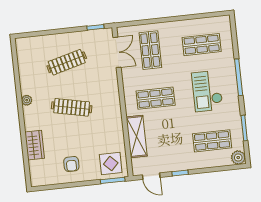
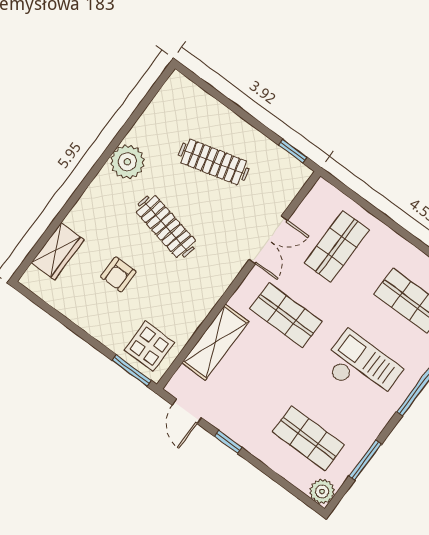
double door: (117, 52) -> (268, 240), moved
checkout: (207, 91) -> (362, 368), turned 90
plant: (27, 100) -> (127, 162), width x1.88, depth x1.88
wardrobe: (35, 145) -> (58, 251), moved
armchair: (71, 164) -> (118, 274), moved

